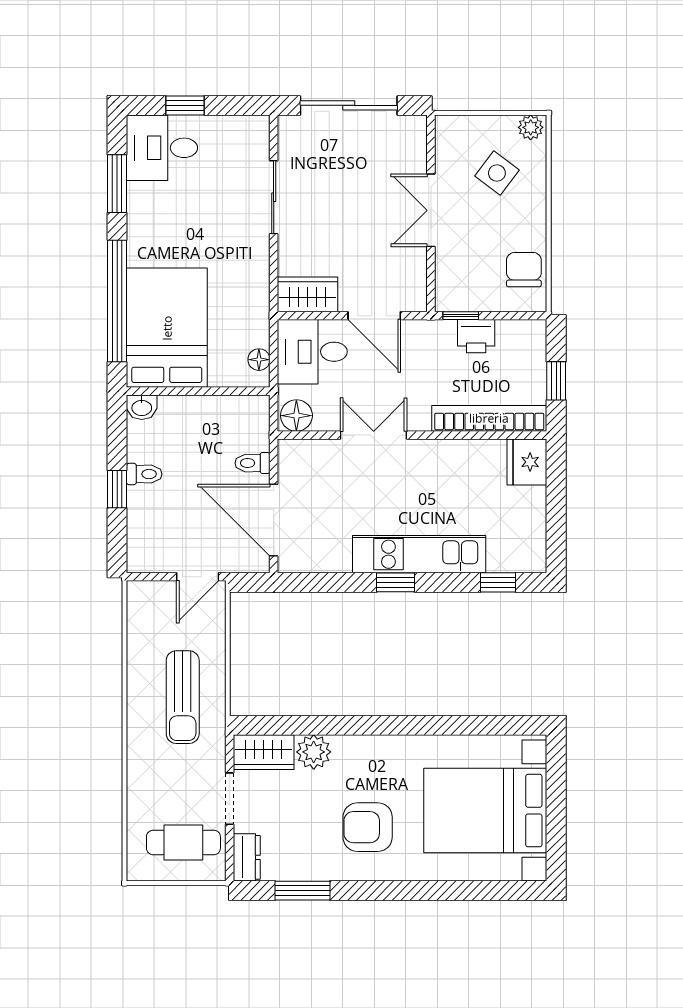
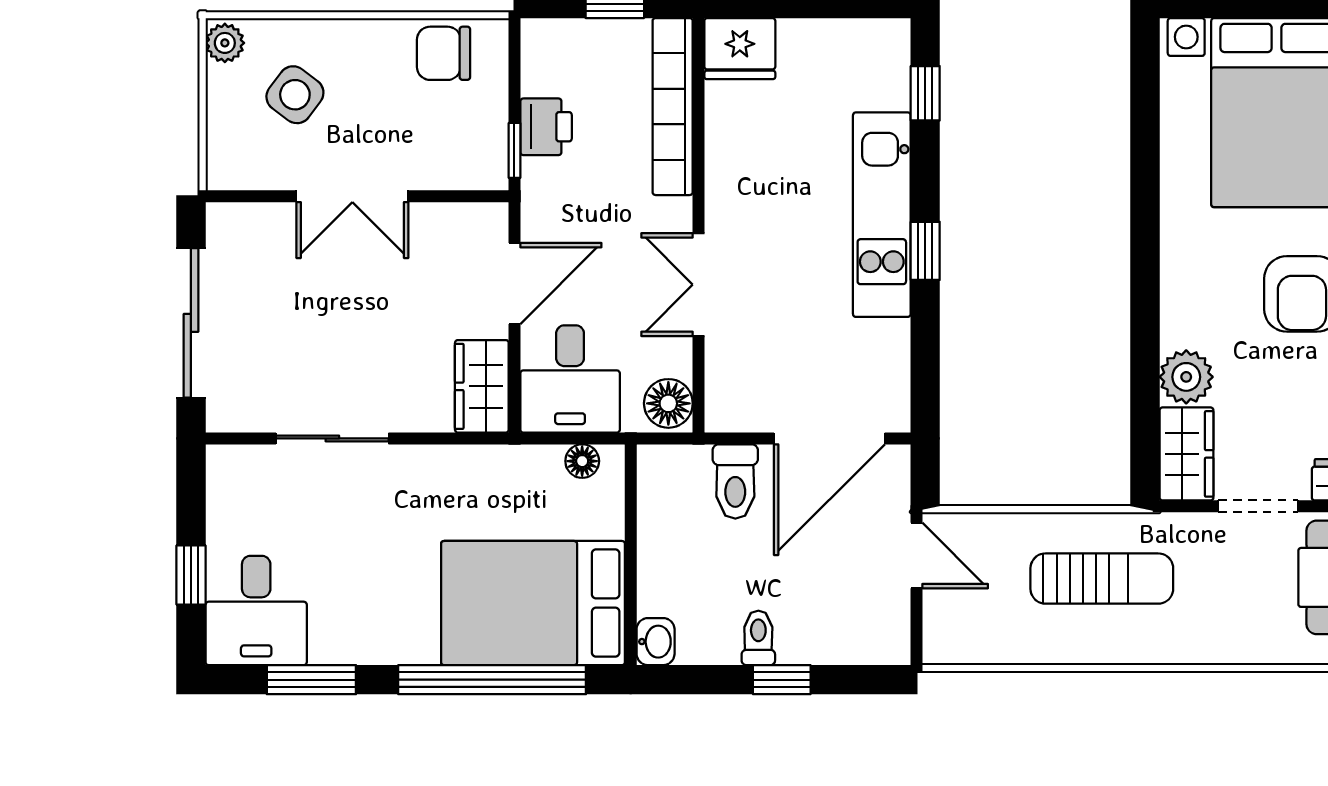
toilet: (252, 463) -> (735, 481), width x1.37, depth x1.39

